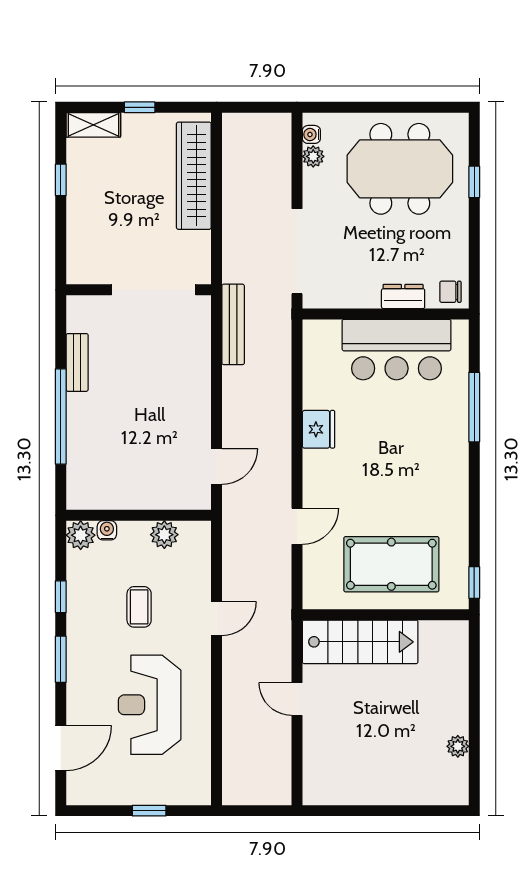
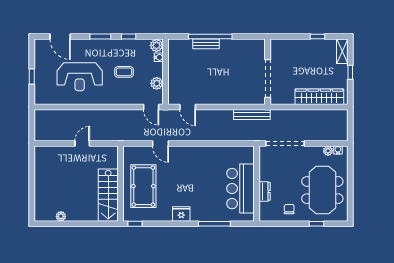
chair: (450, 292) -> (289, 209), moved
bench: (77, 362) -> (206, 44), moved
fridge: (319, 429) -> (181, 214), moved, turned 180
door: (216, 618) -> (151, 107), moved
stairs: (360, 642) -> (108, 195), moved
reception desk: (150, 705) -> (80, 77), turned 180

